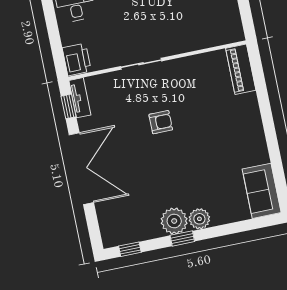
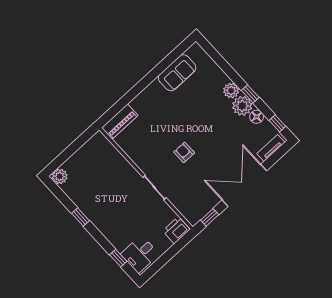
tv unit: (80, 98) -> (271, 148), moved
sofa: (262, 191) -> (177, 73), moved
floor lamp: (152, 230) -> (257, 117), added

